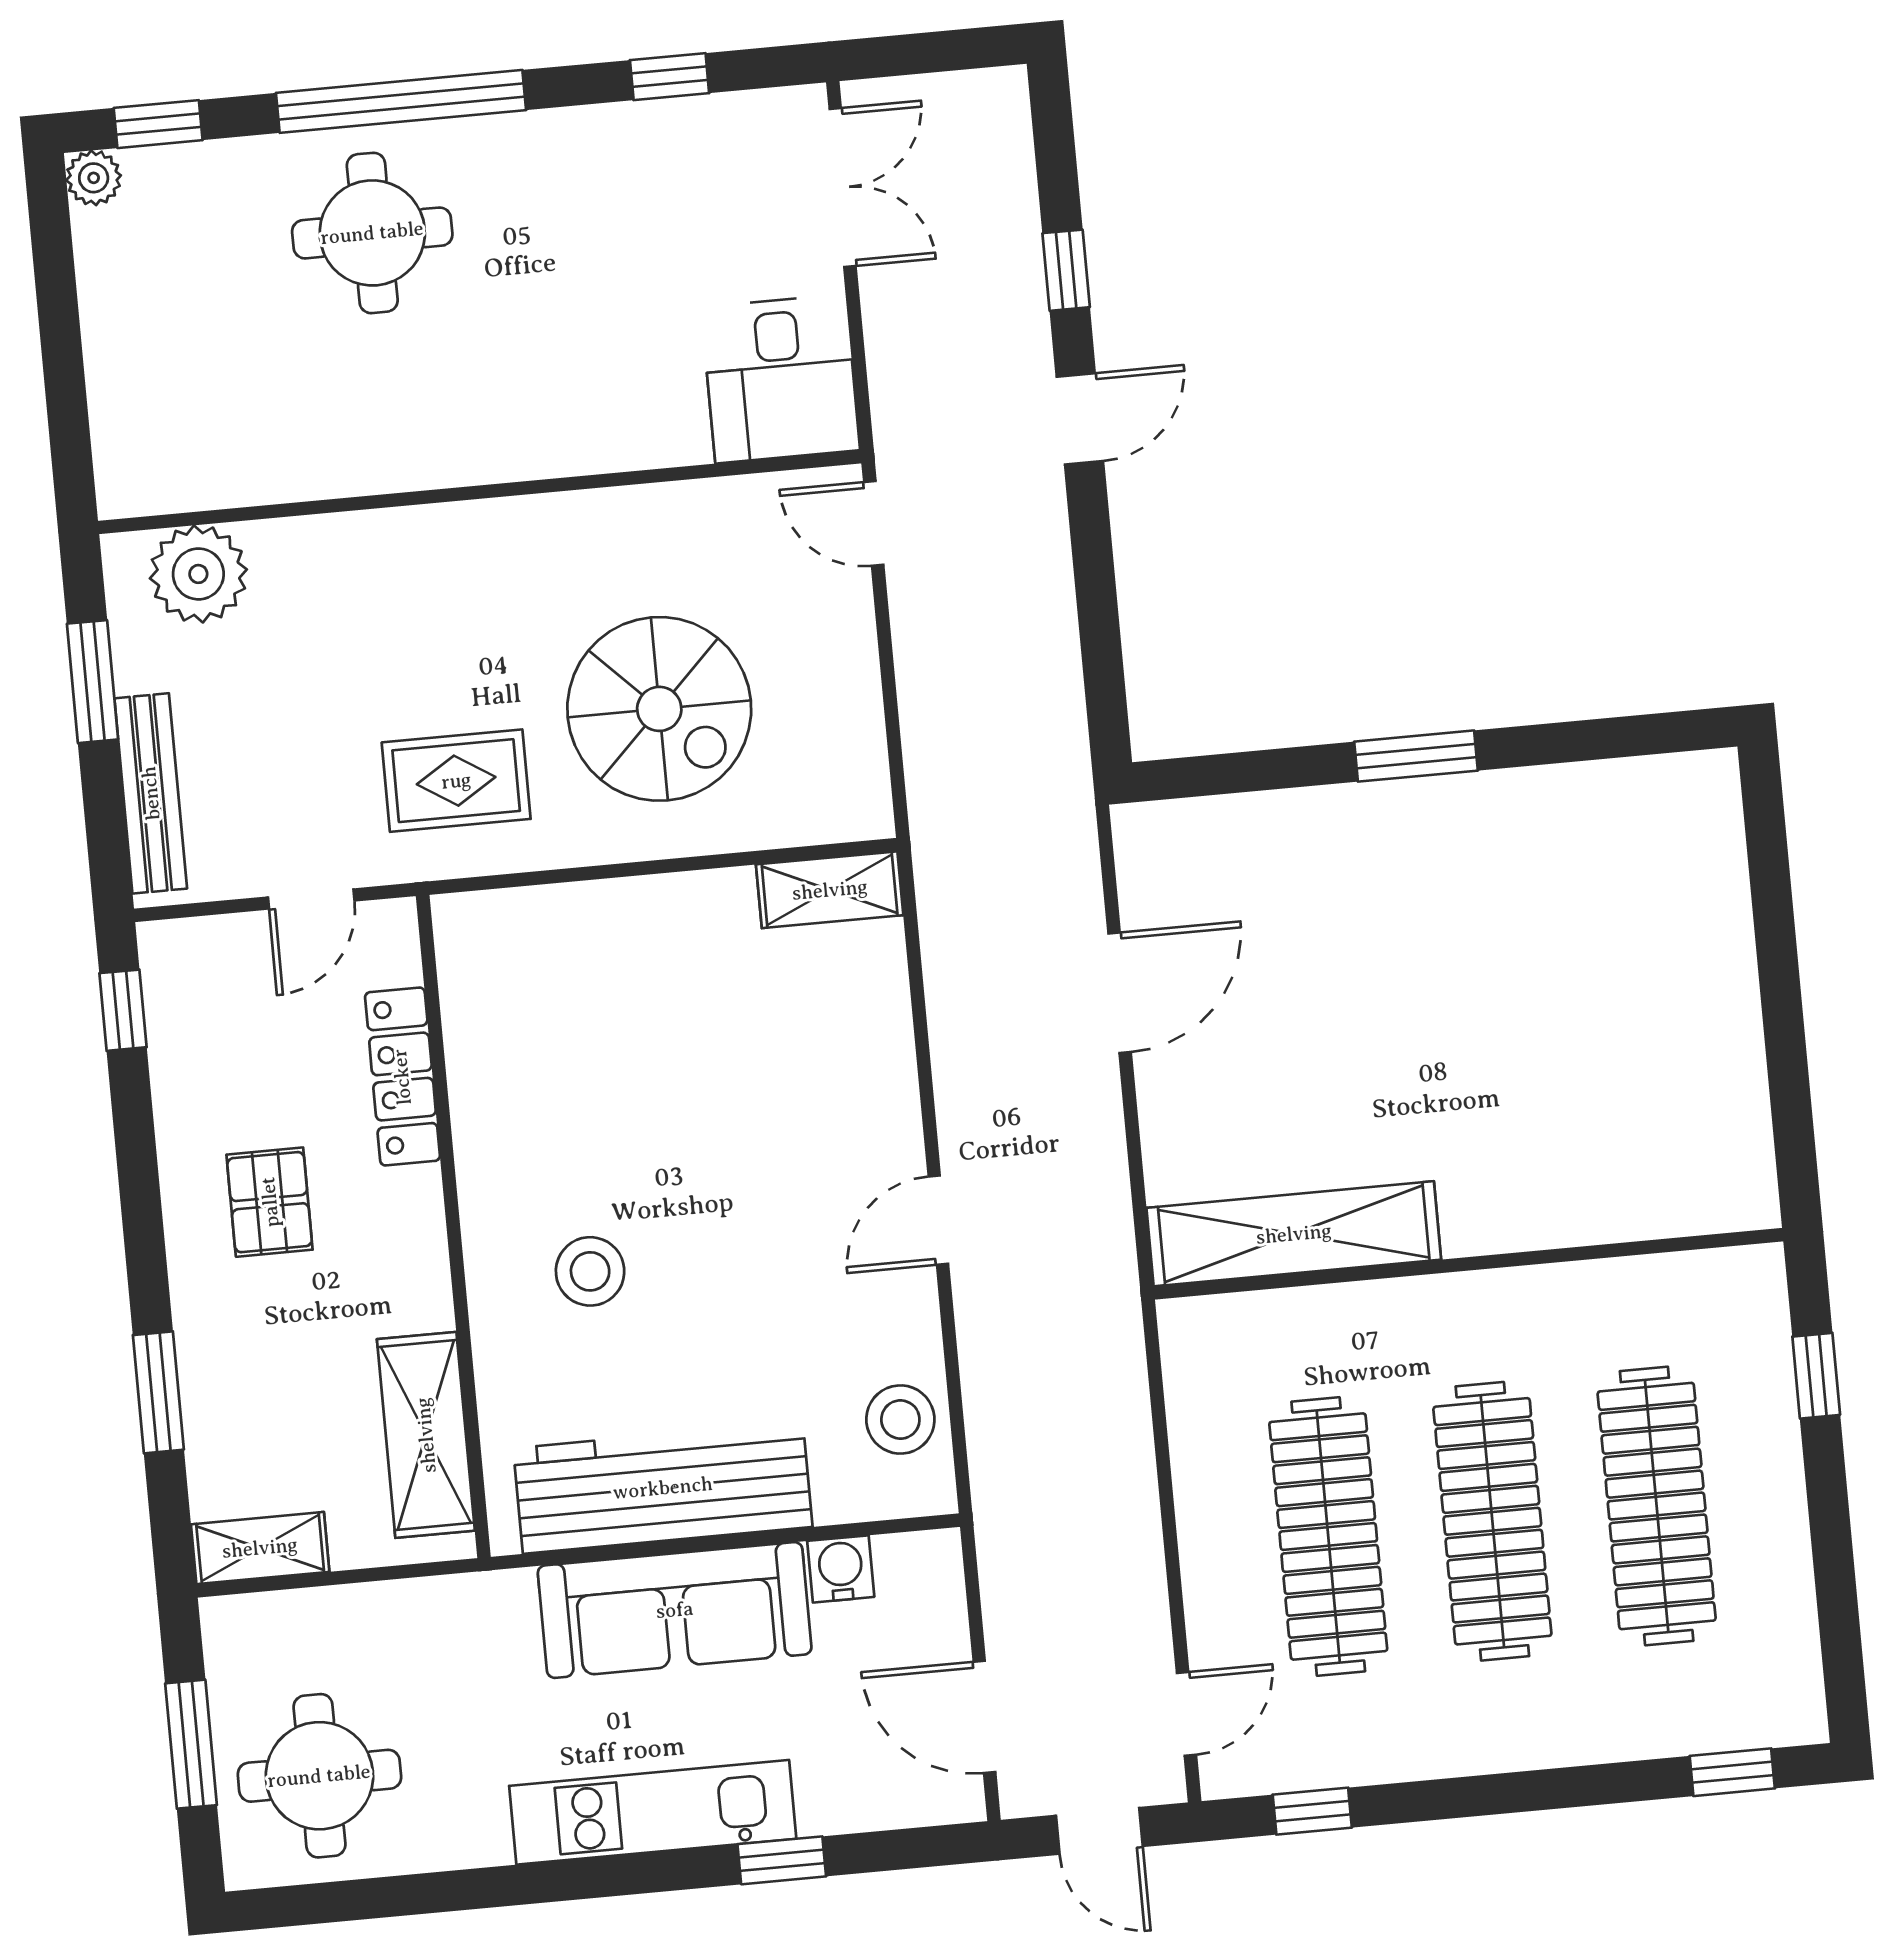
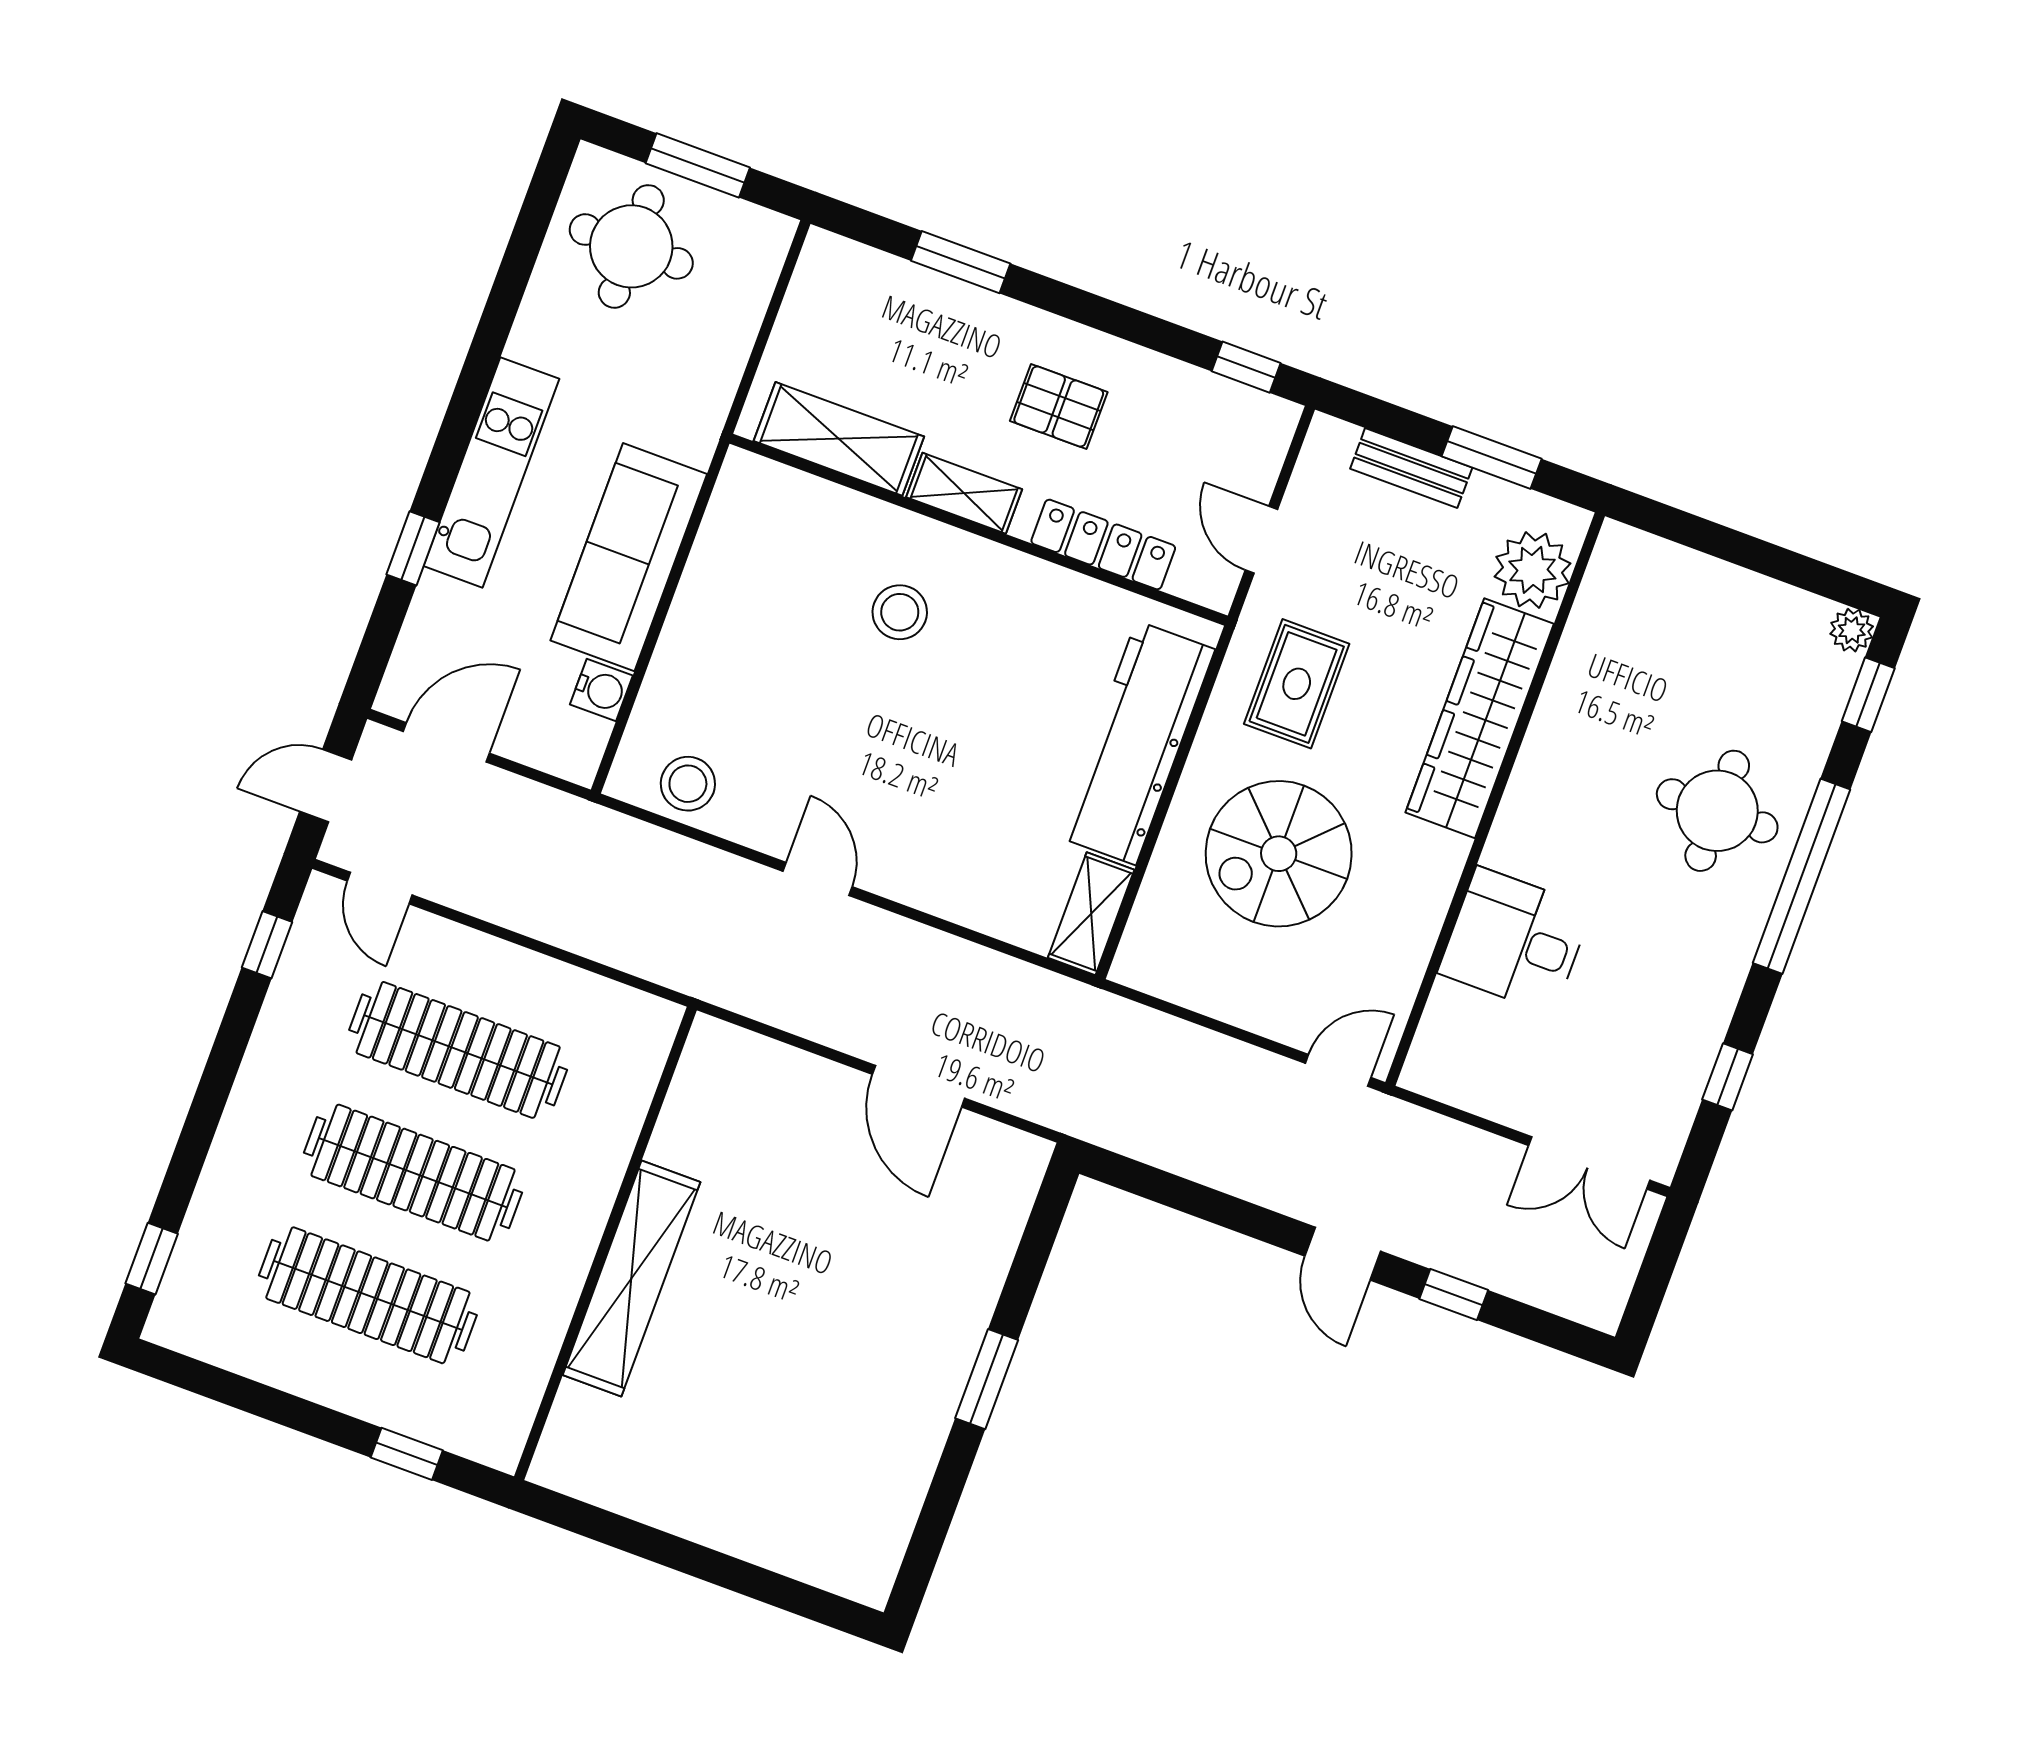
desk: (780, 379) -> (1515, 940), moved
wardrobe: (396, 554) -> (1480, 718), added
bench: (151, 793) -> (1411, 468), width x0.73
shelving: (1294, 1234) -> (631, 1279), moved
workbench: (663, 1488) -> (1136, 743), moved, turned 180
shelving: (260, 1548) -> (964, 493), moved, turned 90

